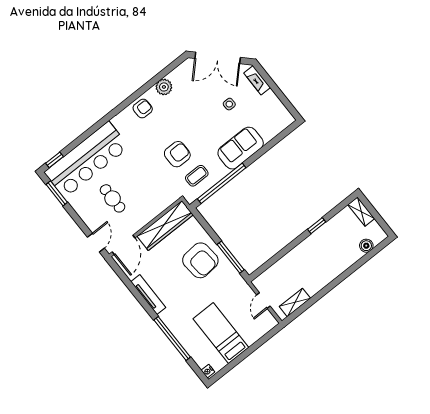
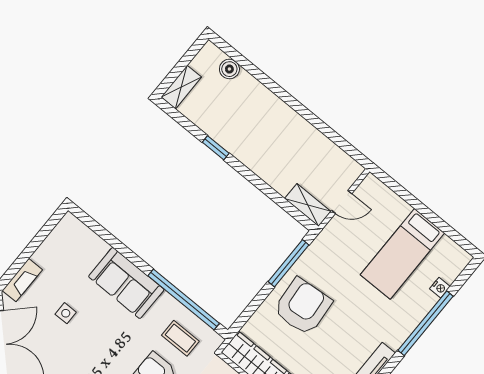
shelving: (295, 302) -> (308, 205), moved
nightstand: (208, 371) -> (440, 288), moved

